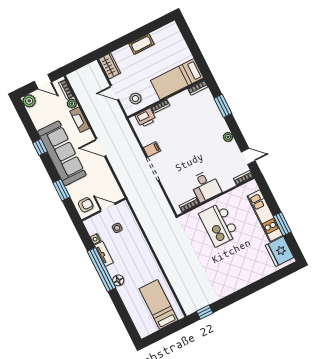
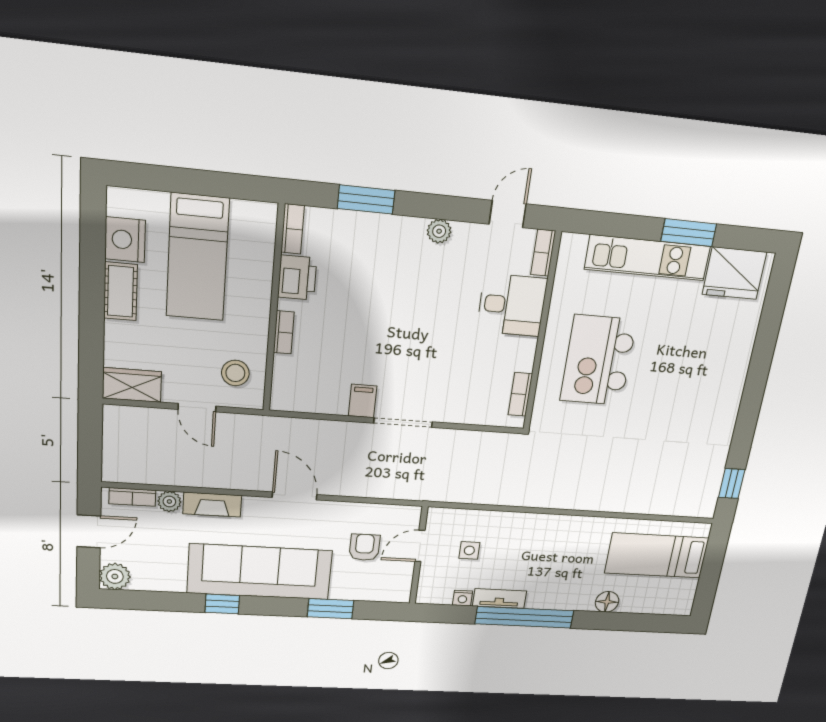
nightstand: (160, 36) -> (125, 240), added
bed: (177, 79) -> (197, 258), moved
door: (114, 93) -> (197, 408), hinge flipped
printer: (146, 118) -> (297, 278), moved
door: (101, 147) -> (295, 496), swing flipped
desk: (205, 186) -> (512, 305), moved
armchair: (86, 205) -> (364, 547), moved
kitchen island: (219, 225) -> (598, 360), turned 90
floor lamp: (118, 280) -> (607, 602), moved

